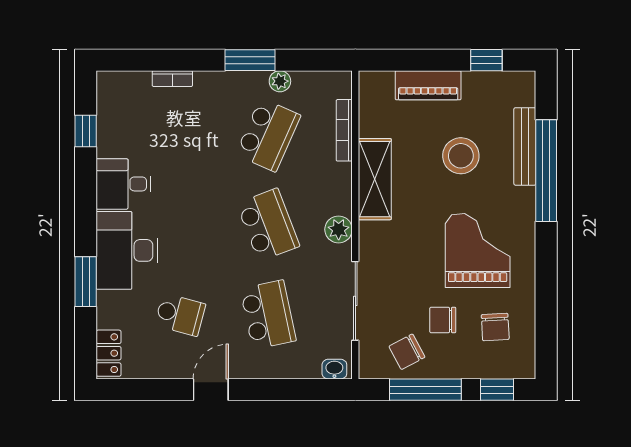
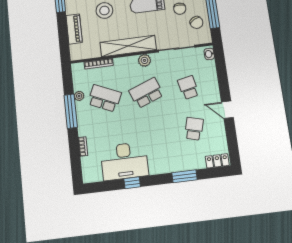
window: (250, 60) -> (71, 111), width x1.44
window: (86, 131) -> (132, 183), moved
shelving: (375, 179) -> (128, 46), width x1.47
desk: (123, 184) -> (124, 161), width x1.87, depth x1.30
desk: (127, 250) -> (167, 158), removed
school desk: (268, 315) -> (188, 88), width x0.54

